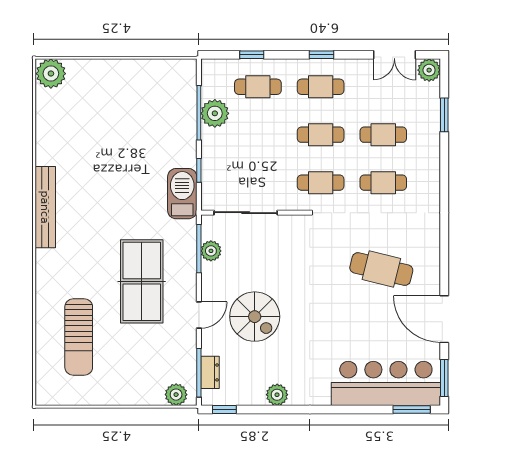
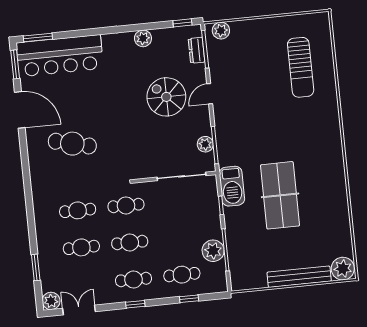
bench: (45, 207) -> (299, 277), moved, turned 90
table tennis table: (142, 281) -> (280, 195), moved
sun lounger: (79, 337) -> (301, 67), turned 180

